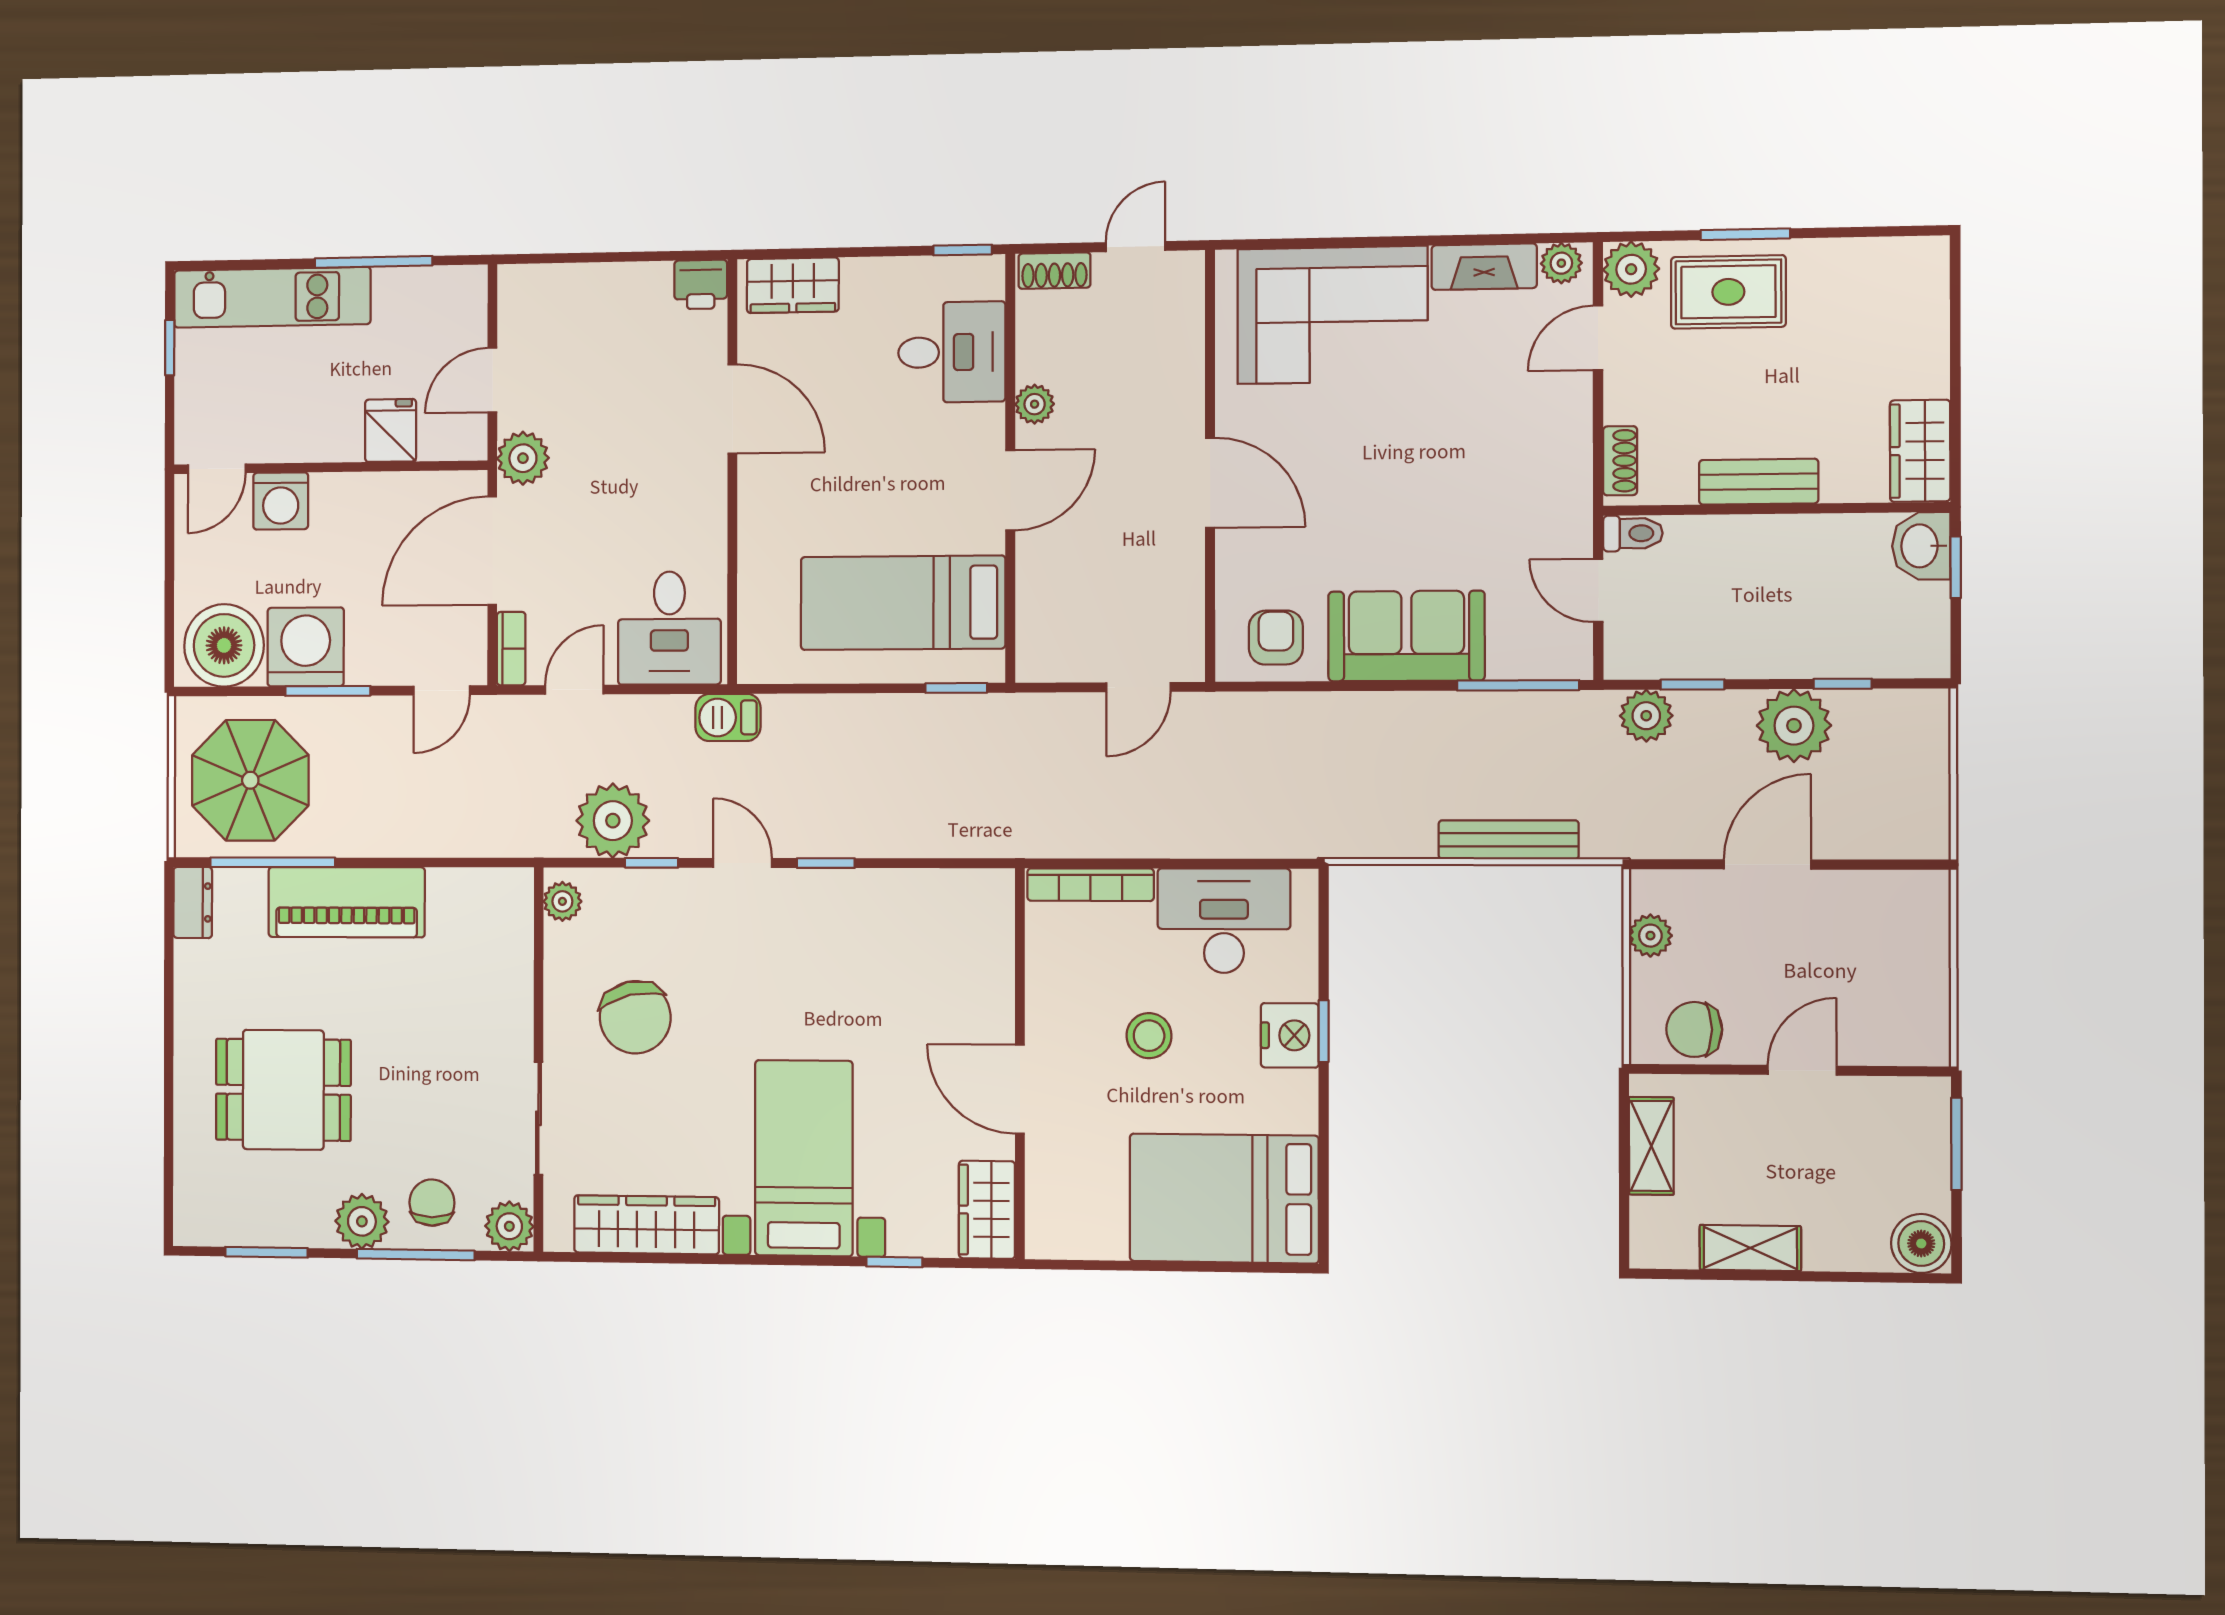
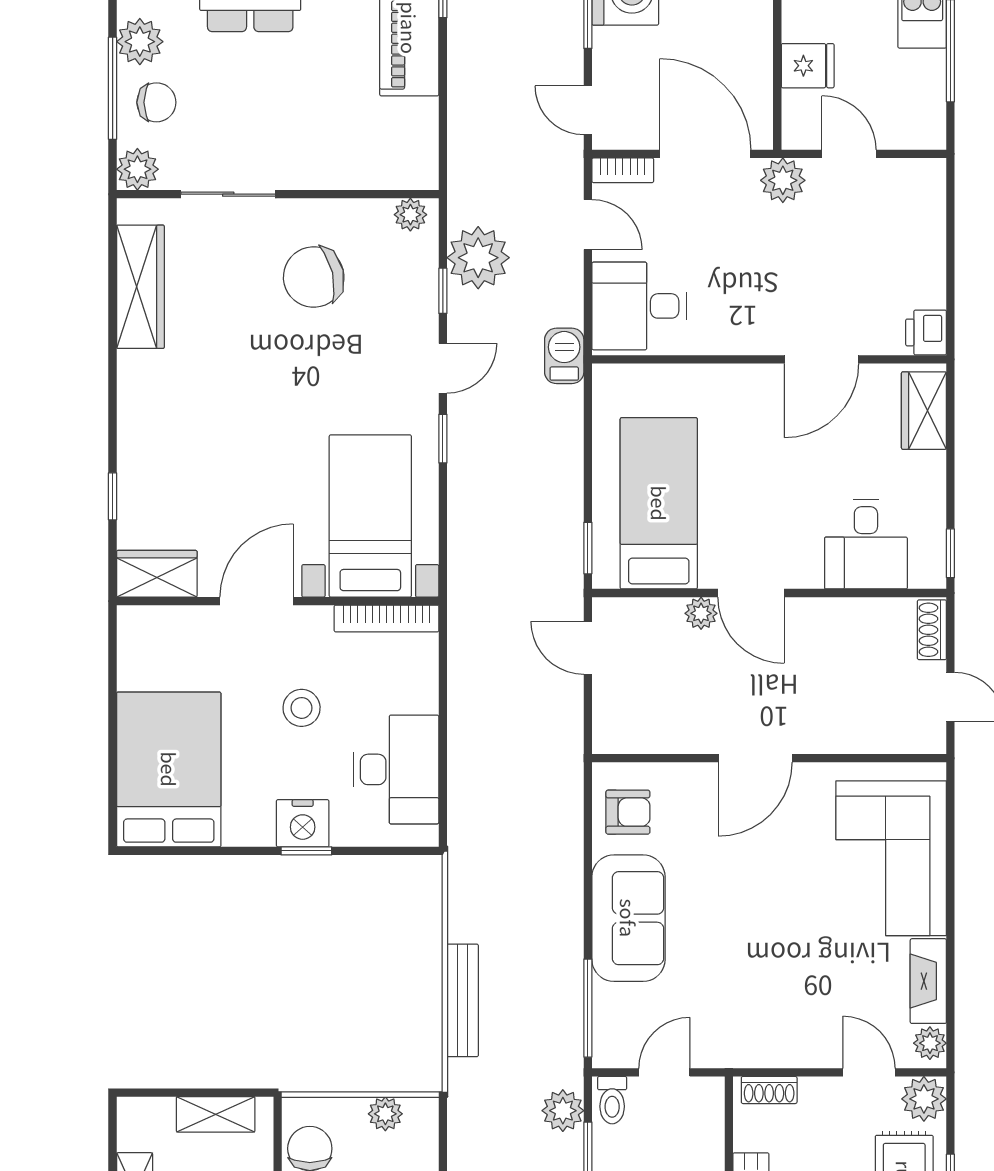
plant: (1035, 404) -> (701, 613), moved
toilet: (1633, 533) -> (612, 1100), moved
door: (1138, 687) -> (588, 648), moved
bookcase: (1090, 885) -> (387, 619), moved, turned -90
bed with nightstands: (804, 1158) -> (370, 516), moved, turned -90

